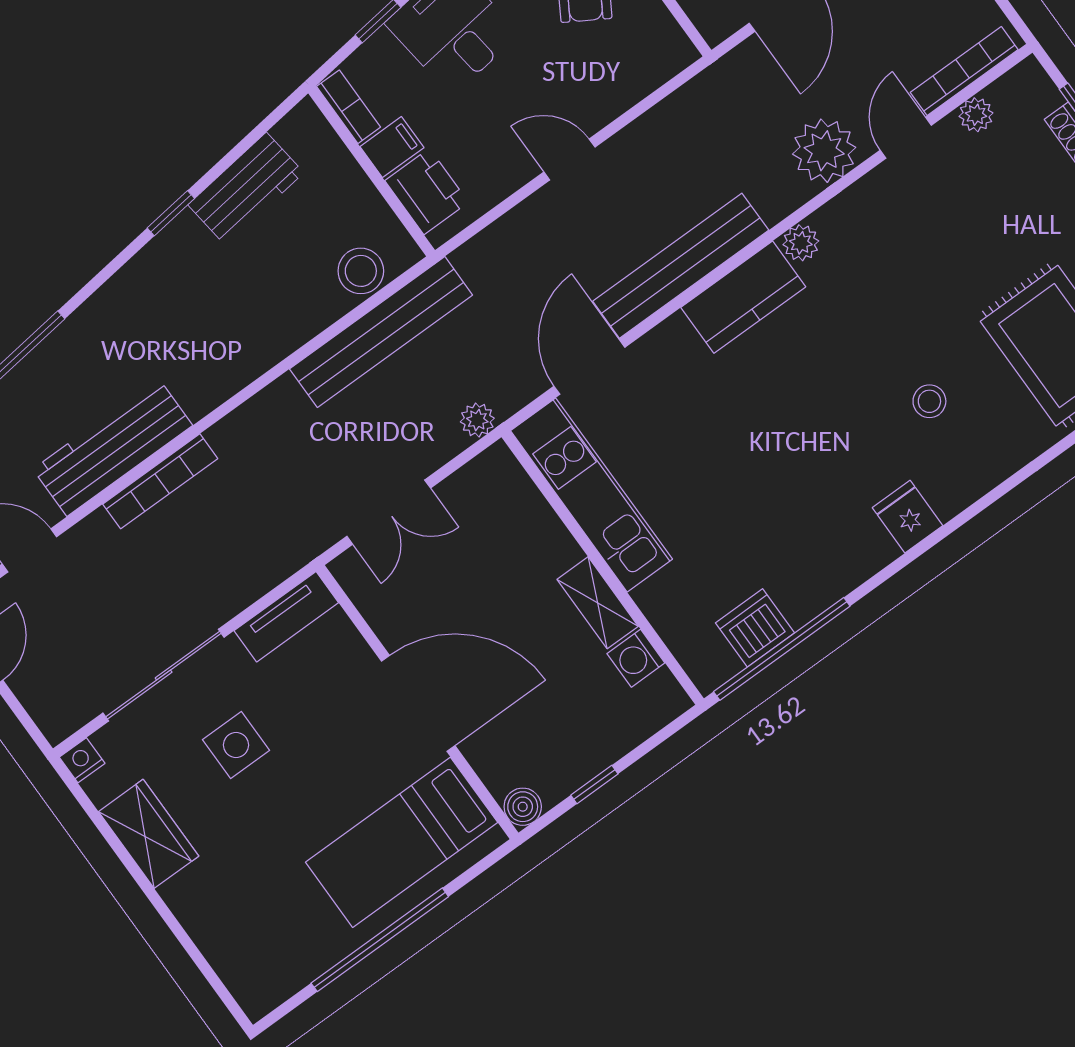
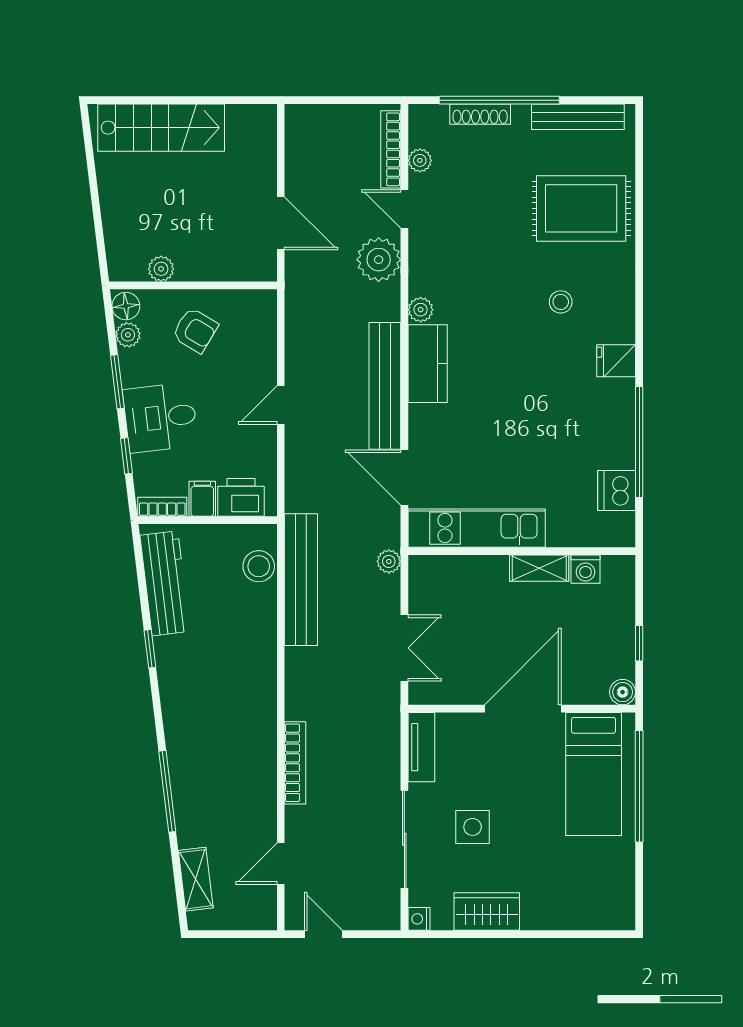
workbench: (246, 189) -> (165, 583), width x1.38
workbench: (113, 447) -> (257, 776), removed
window: (782, 649) -> (639, 442), moved
window: (380, 940) -> (639, 786), moved

